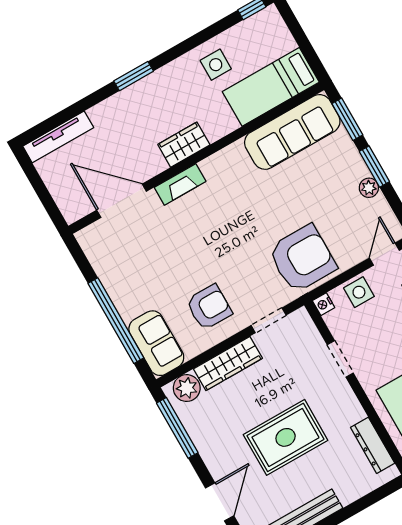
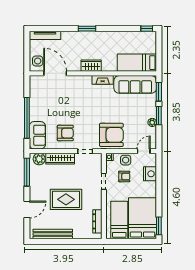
side table: (216, 65) -> (38, 61), moved
fireplace: (180, 184) -> (103, 80), moved
armchair: (375, 326) -> (124, 177), added

